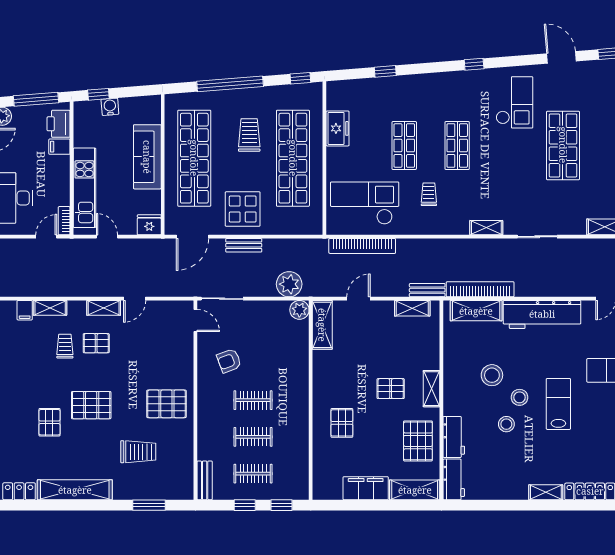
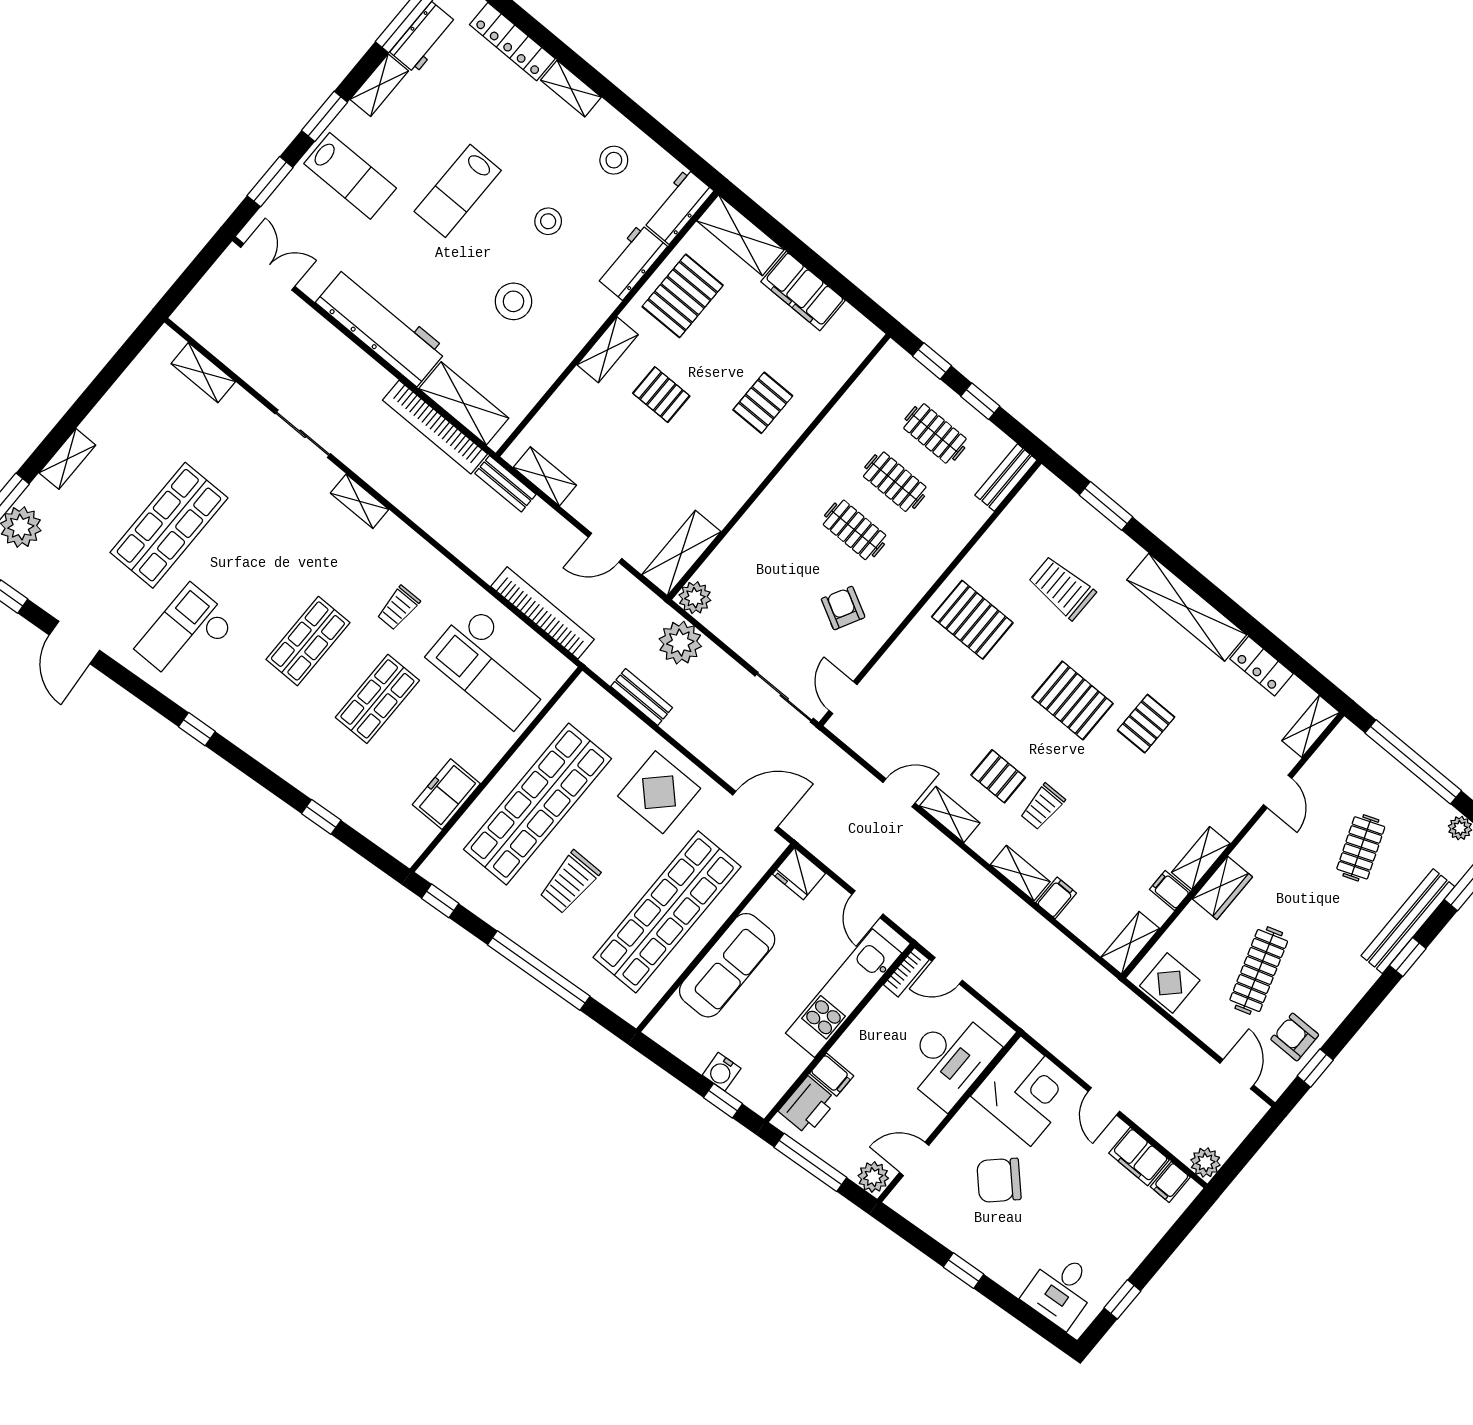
bench: (244, 245) -> (642, 697), moved
armchair: (229, 361) -> (843, 608), turned -131
stool: (520, 397) -> (614, 160), moved

